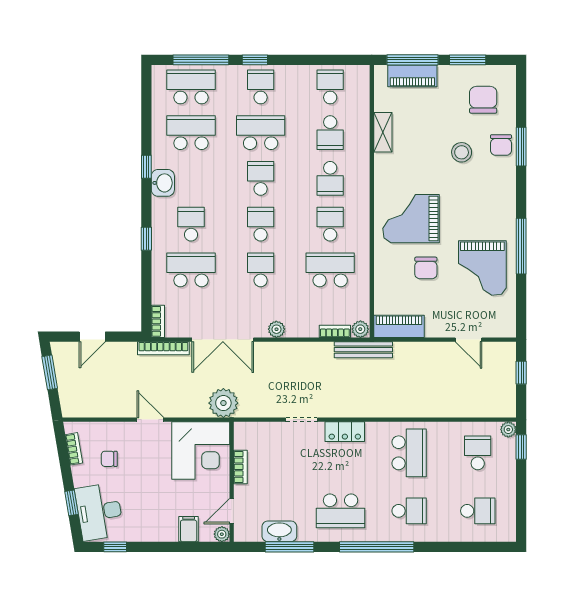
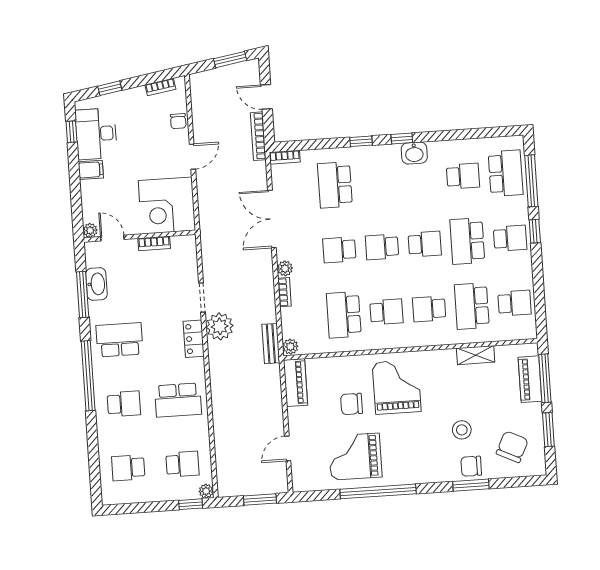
chair: (483, 100) -> (512, 447), turned -64
school desk: (191, 133) -> (463, 176), width x0.54
school desk: (261, 133) -> (467, 241), turned 180
school desk: (330, 133) -> (472, 306), width x1.85
window: (146, 167) -> (402, 138), moved
school desk: (191, 224) -> (378, 182), removed
school desk: (261, 224) -> (382, 247), turned 180
window: (521, 246) -> (378, 491), width x1.46
school desk: (191, 270) -> (335, 185), turned 180
school desk: (261, 270) -> (339, 250), turned 180
school desk: (330, 270) -> (344, 315), turned 180
bookcase: (335, 331) -> (285, 292), moved
bookcase: (163, 348) -> (258, 136), moved
bench: (363, 350) -> (271, 344), width x0.73
window: (521, 373) -> (260, 499), width x1.50
plant: (223, 403) -> (220, 326), moved
chair: (109, 459) -> (178, 121), moved, turned 180
school desk: (341, 511) -> (120, 340), turned 90
school desk: (409, 511) -> (124, 404), turned -90
school desk: (478, 511) -> (128, 468), turned 90
desk: (99, 512) -> (96, 134), moved, turned -81
filing cabinet: (189, 529) -> (91, 170), moved

